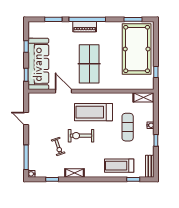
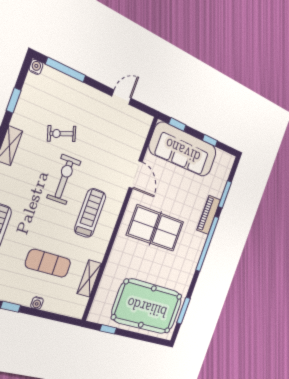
piano: (85, 27) -> (209, 215), moved
door: (63, 91) -> (136, 175), hinge flipped
shelving: (143, 97) -> (89, 278), moved
treadmill: (93, 112) -> (90, 213), width x0.73, depth x0.73

